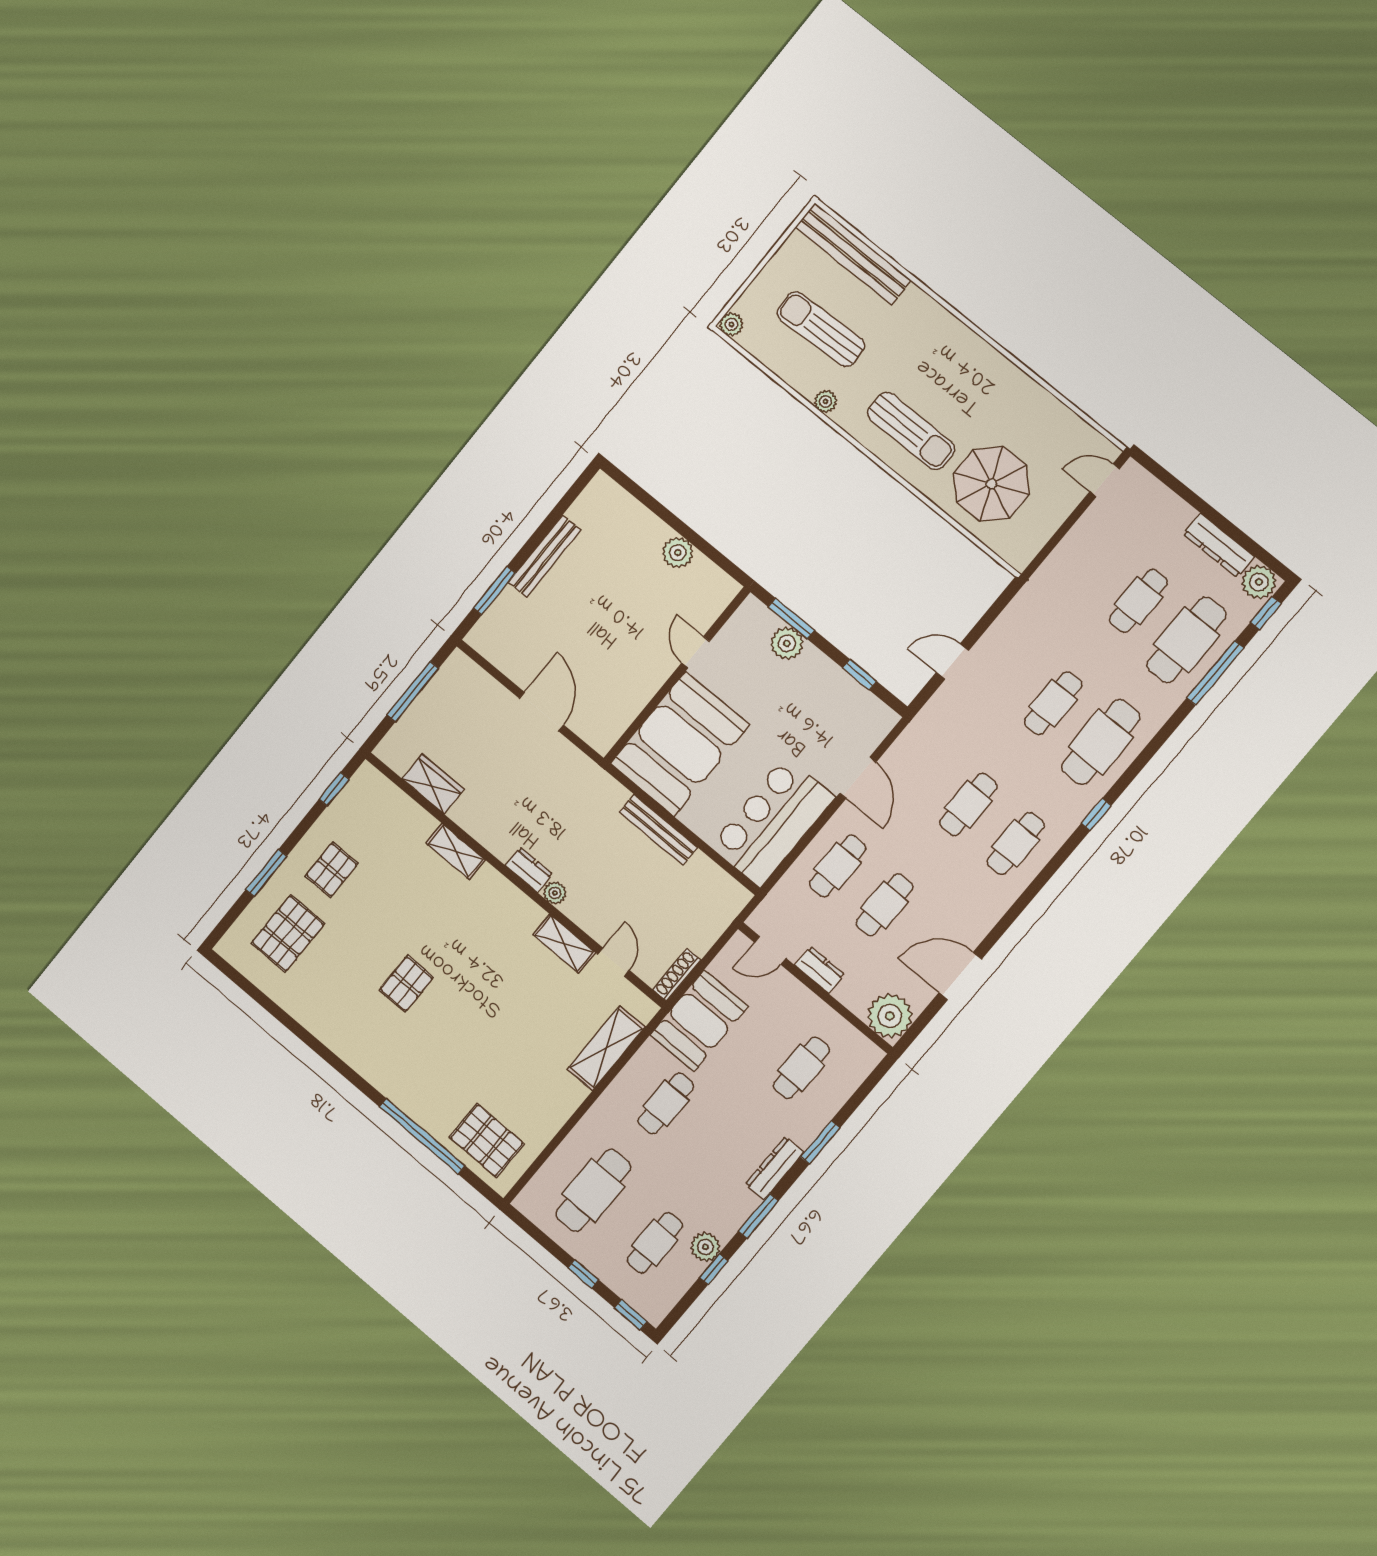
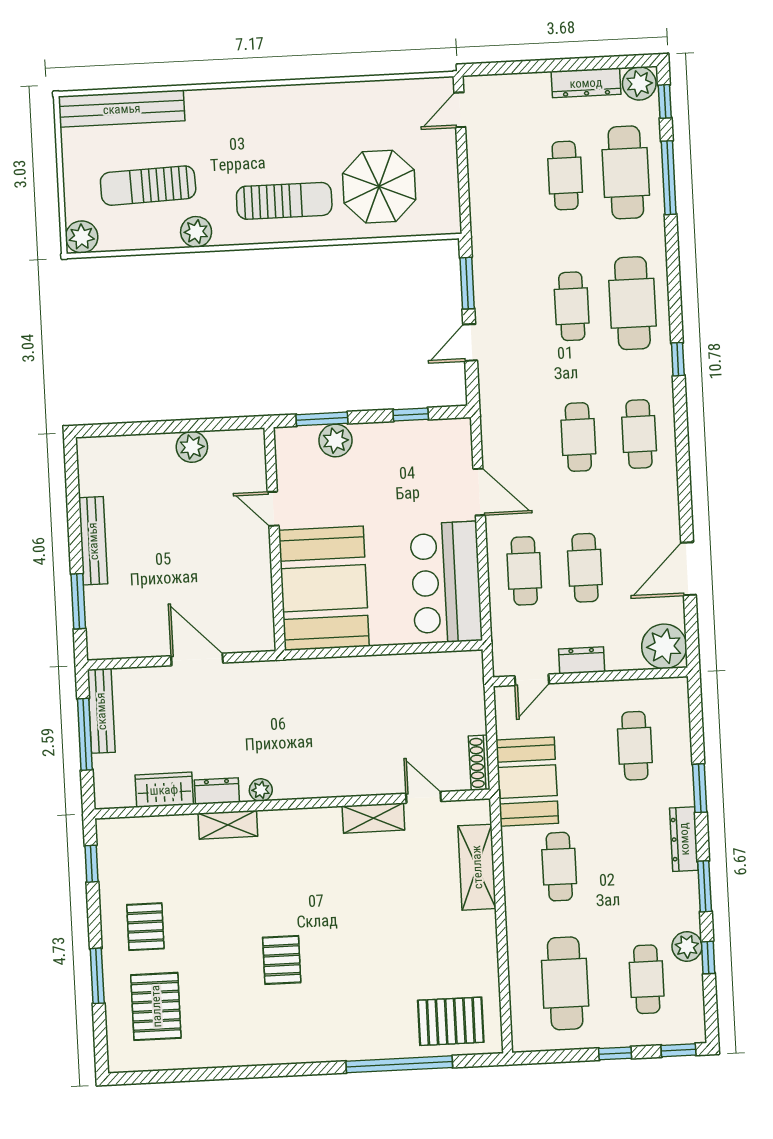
plant: (731, 324) -> (82, 237), width x1.38, depth x1.38
plant: (825, 402) -> (196, 232), width x1.38, depth x1.38
window: (991, 615) -> (467, 283), added
bench: (658, 830) -> (101, 711), moved, turned 90
dresser: (529, 870) -> (217, 791), moved
plant: (555, 893) -> (261, 790), moved

